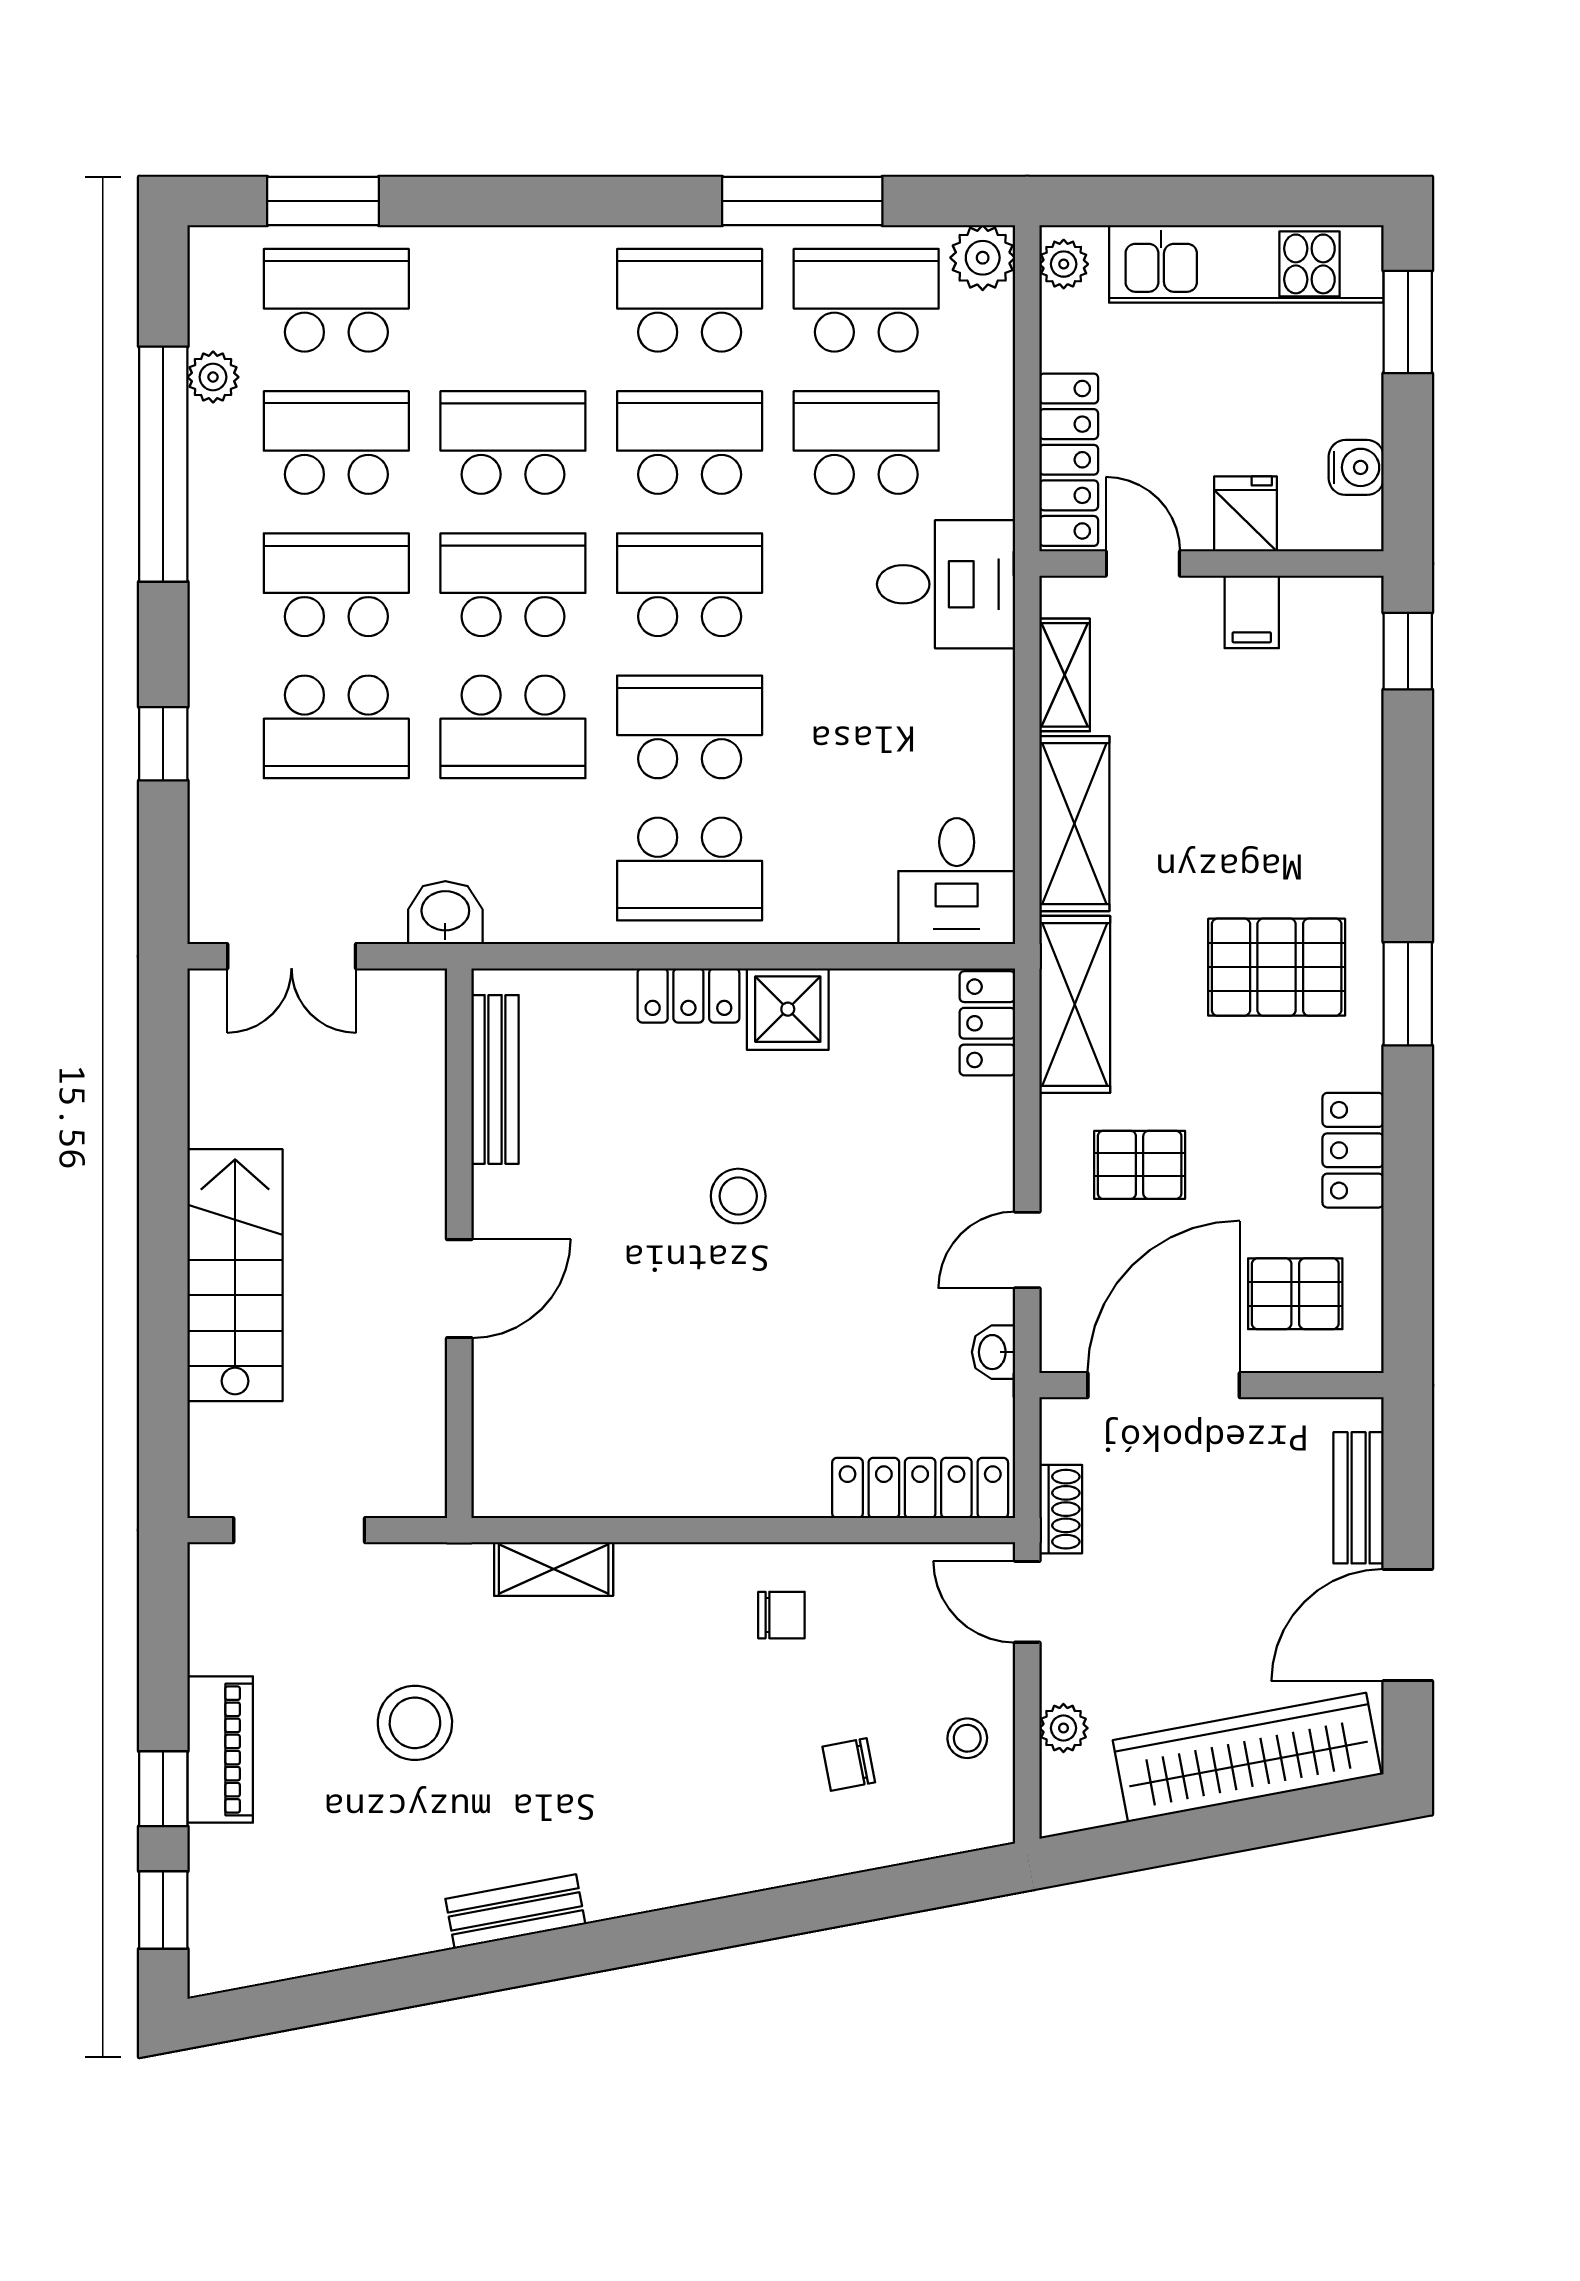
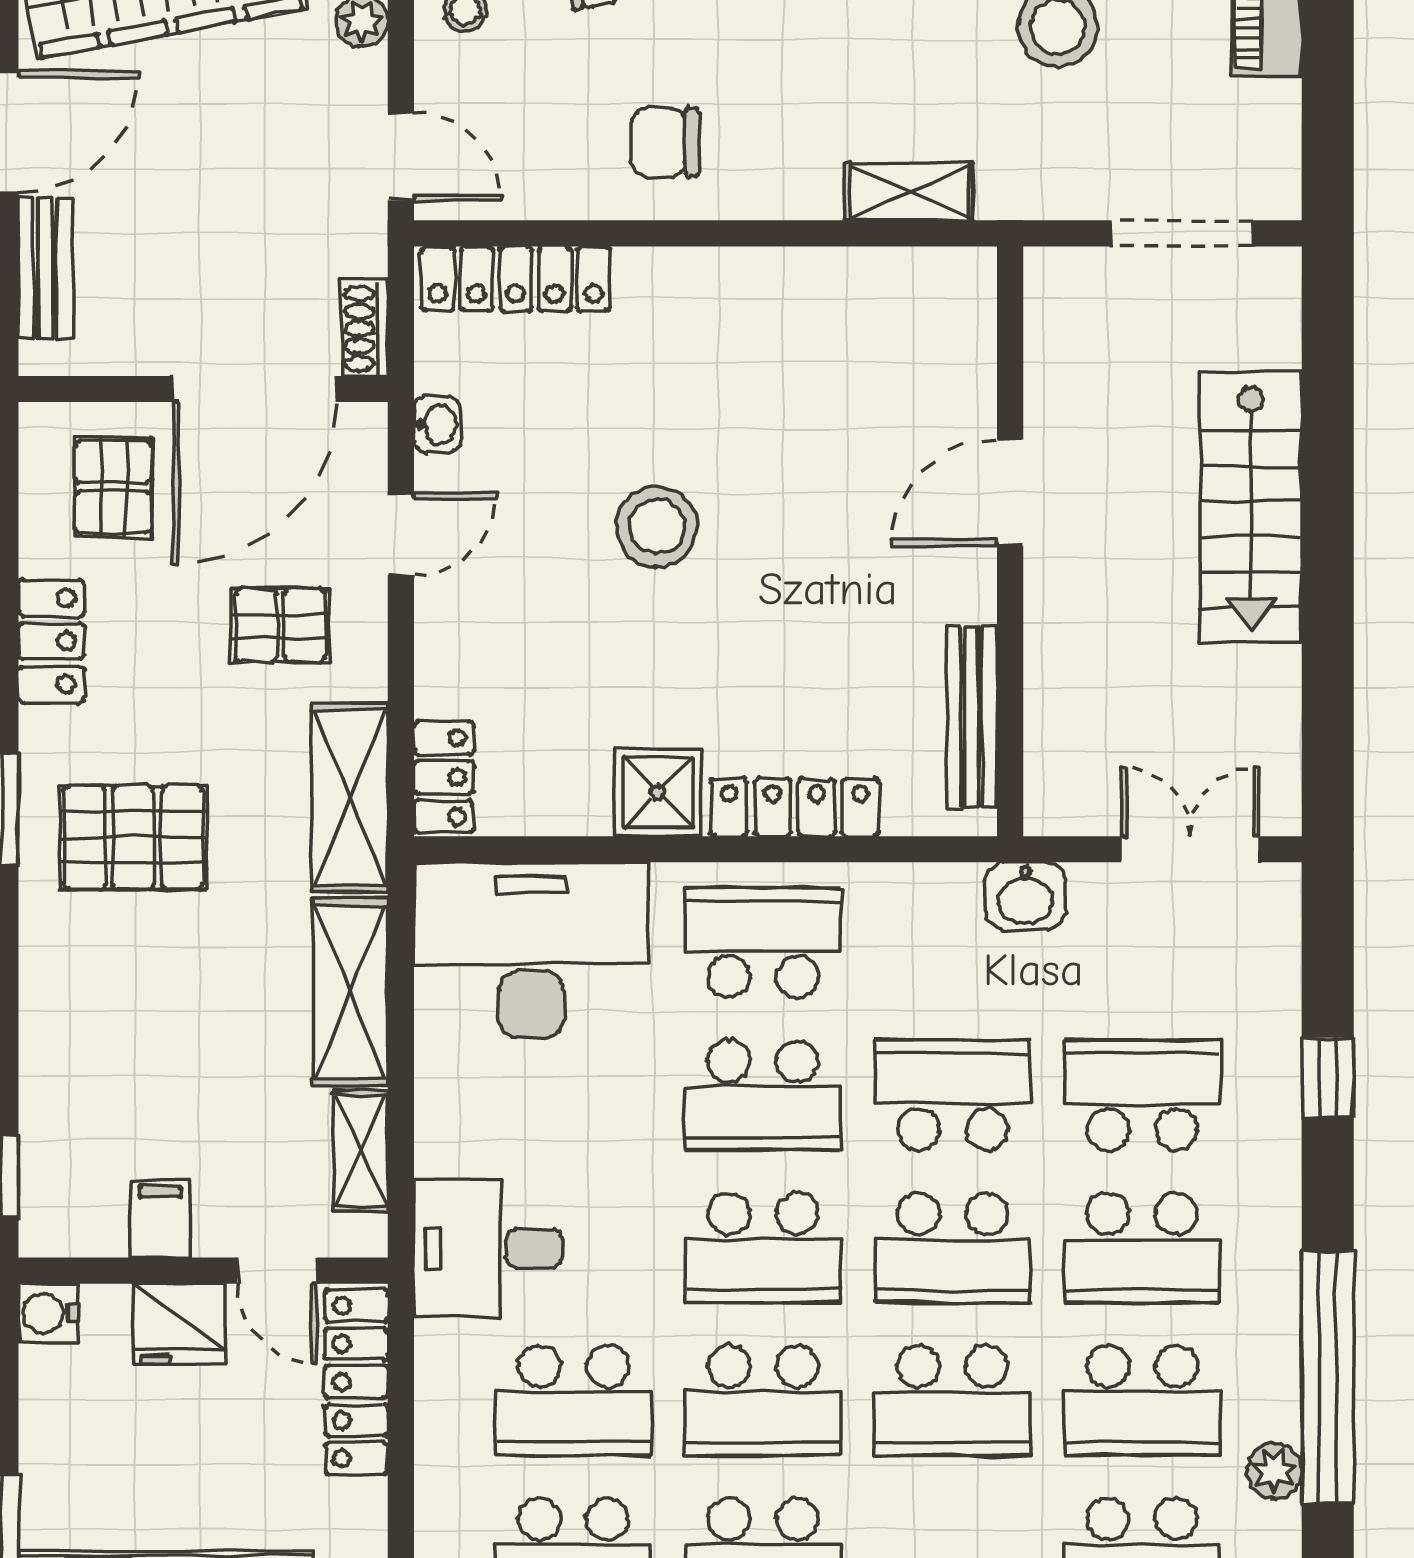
water cooler: (1356, 467) -> (48, 1313), moved
fridge: (1245, 514) -> (180, 1324), width x1.38
desk: (957, 881) -> (531, 950), width x1.87, depth x1.30
locker: (688, 995) -> (795, 807), width x1.53
stool: (738, 1196) -> (657, 527), moved, width x1.38, depth x1.38
pallet: (1295, 1294) -> (113, 487), turned 90
shoe rack: (1061, 1509) -> (365, 329), moved
chair: (781, 1615) -> (665, 142), width x1.37, depth x1.37

